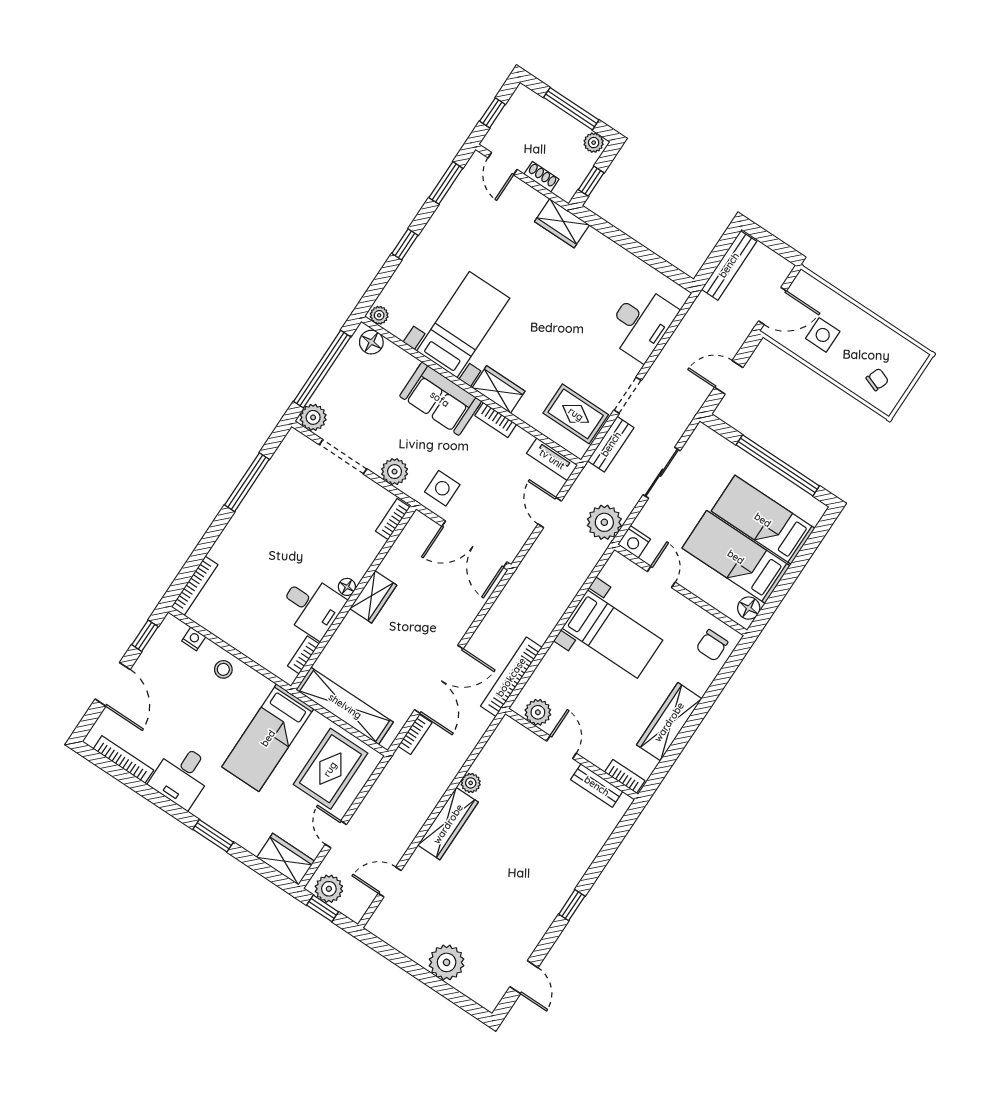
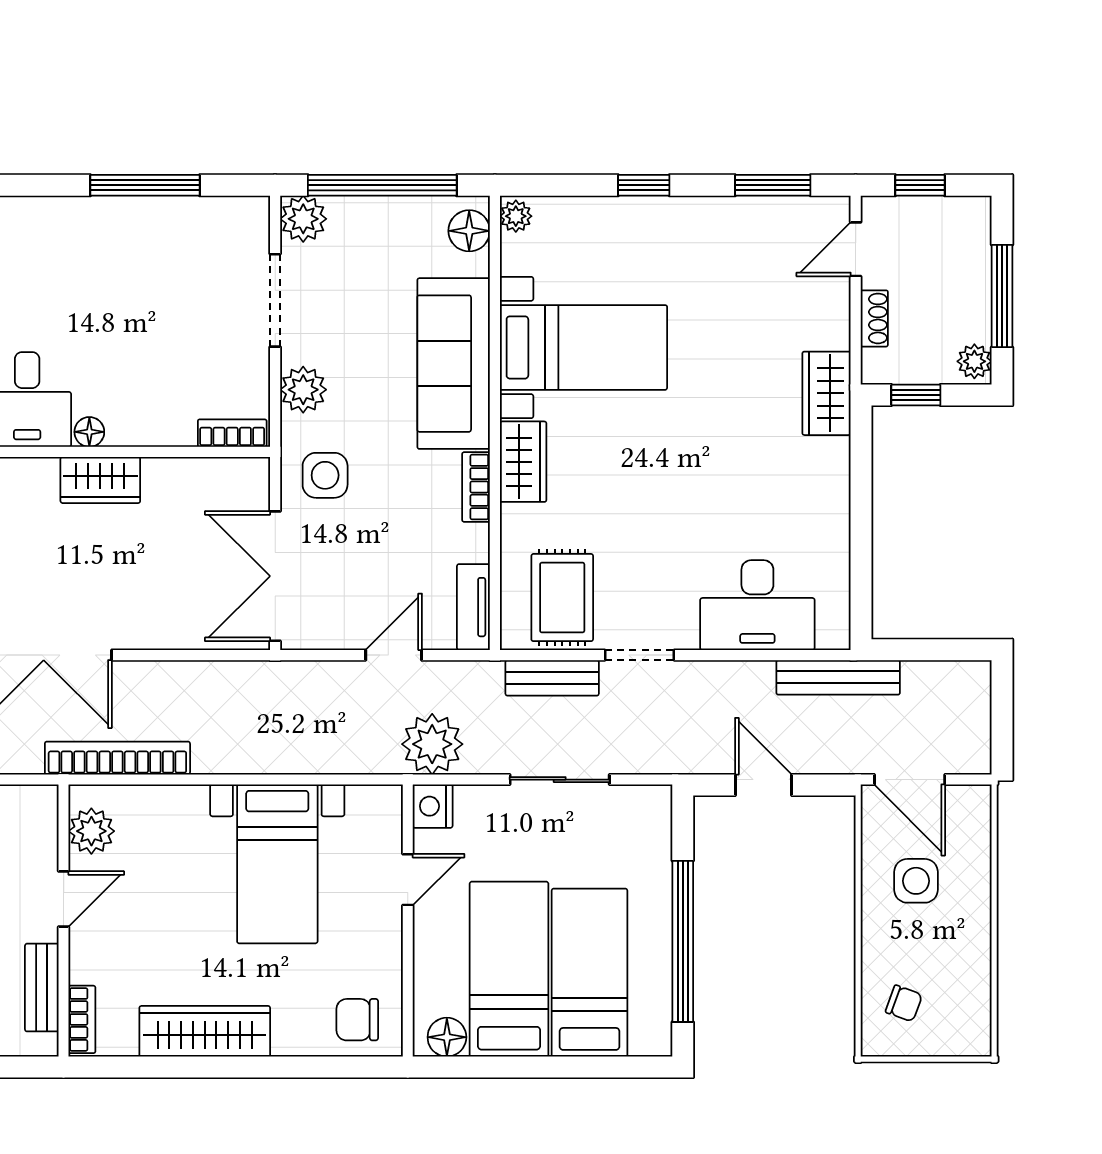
bench: (729, 265) -> (838, 677), moved
sofa: (440, 399) -> (454, 364), width x1.36

